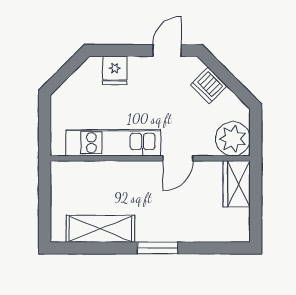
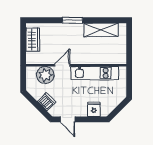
door: (167, 51) -> (68, 119), hinge flipped
plant: (233, 139) -> (45, 75), moved
wardrobe: (237, 184) -> (33, 39), moved

